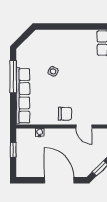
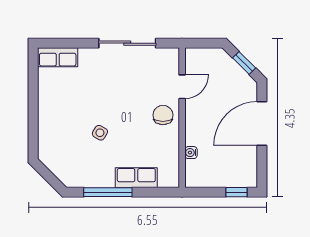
row of seats: (23, 96) -> (136, 178), width x0.50
window: (13, 150) -> (236, 192), moved

